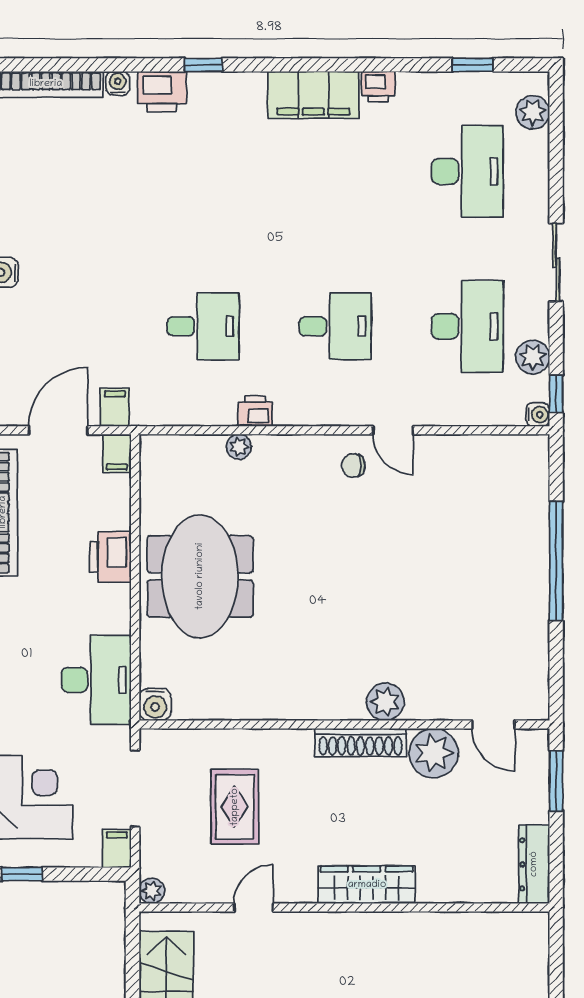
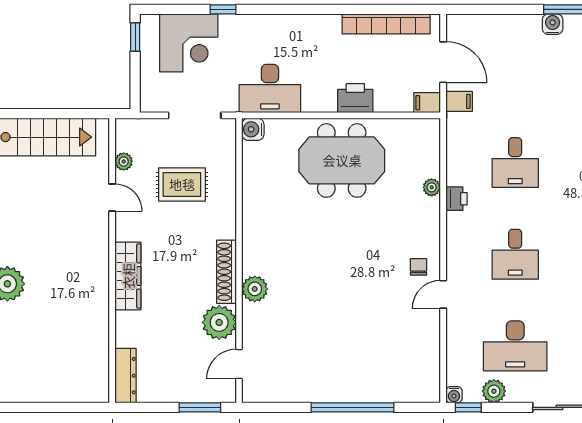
filing cabinet: (117, 848) -> (153, 103), removed
dresser: (534, 864) -> (125, 376), moved, turned 90
plant: (152, 891) -> (124, 161), moved

